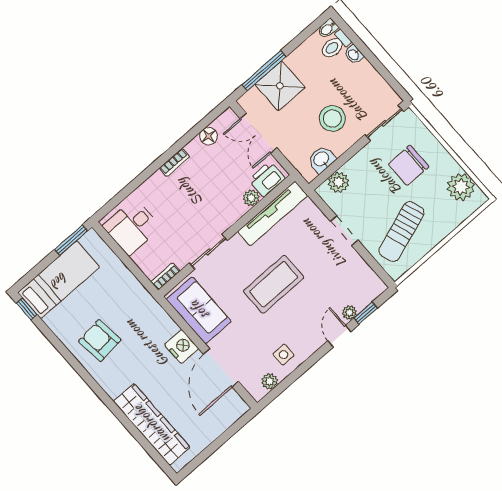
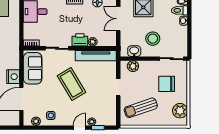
printer: (267, 179) -> (80, 40), moved
coffee table: (274, 284) -> (71, 84), turned 59

